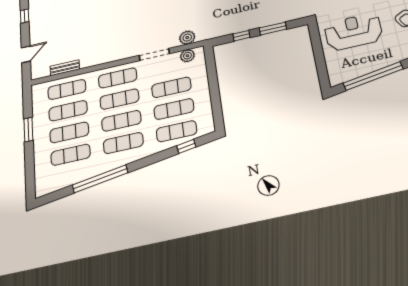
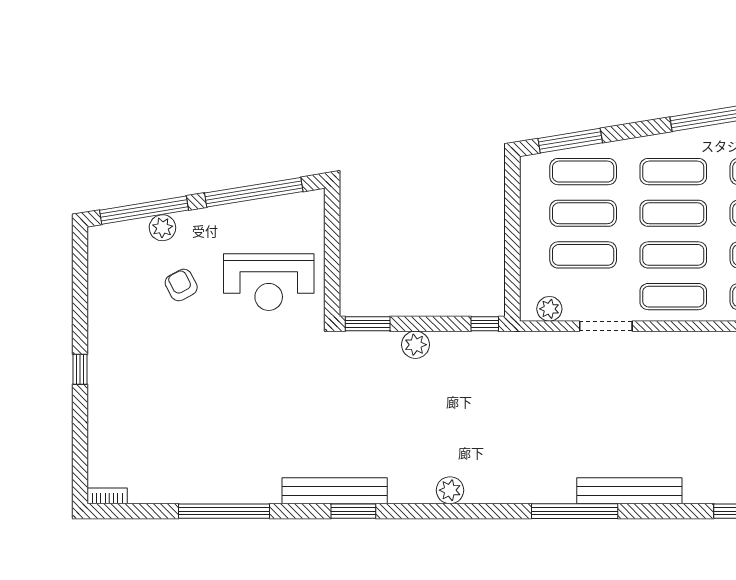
window: (273, 29) -> (368, 324), moved
window: (241, 36) -> (485, 324), moved
plant: (187, 38) -> (415, 345), moved
window: (186, 146) -> (570, 141), width x2.17

